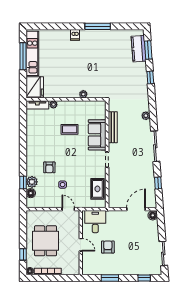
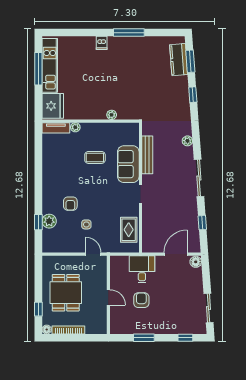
floor lamp: (31, 193) -> (48, 235), removed
desk: (95, 222) -> (142, 269), moved

